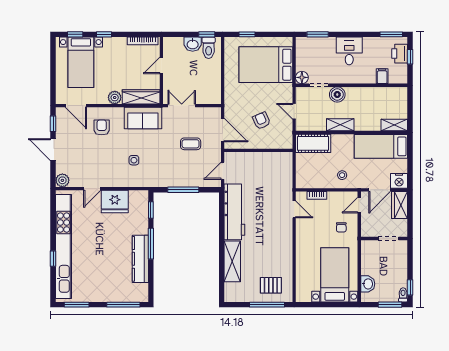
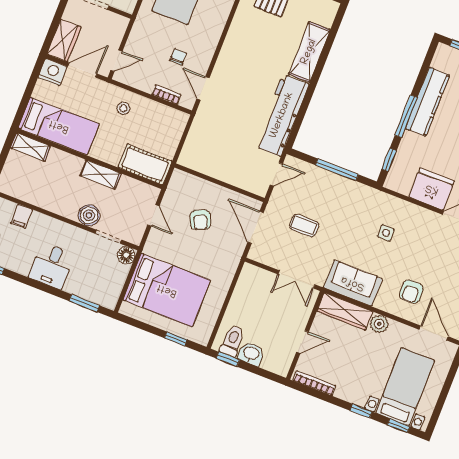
chair: (341, 227) -> (178, 57), moved

